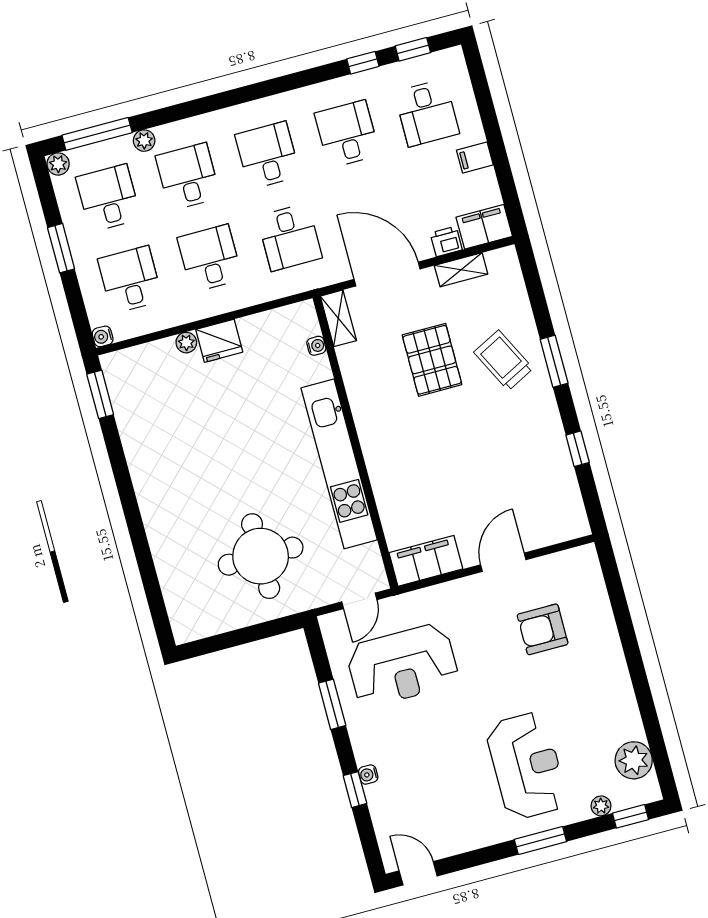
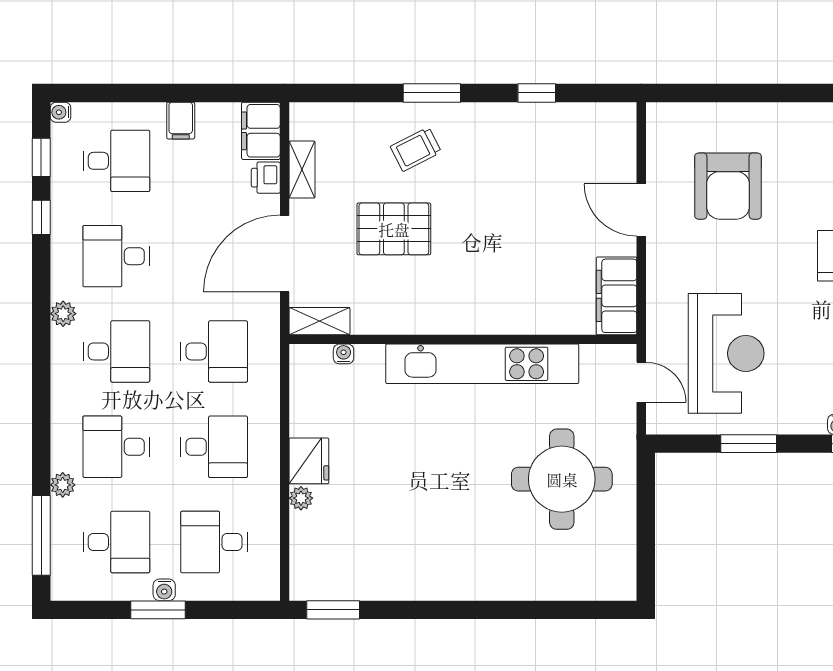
water cooler: (455, 55) -> (61, 112), added
desk: (268, 155) -> (116, 351), turned 180
plant: (58, 164) -> (63, 314), moved
desk: (108, 198) -> (116, 542), turned 180
desk: (210, 258) -> (214, 447), turned 180
water cooler: (103, 336) -> (164, 590), moved
trolley: (503, 360) -> (416, 149), width x0.73, depth x0.72
armchair: (543, 629) -> (728, 186), width x1.36, depth x1.36

